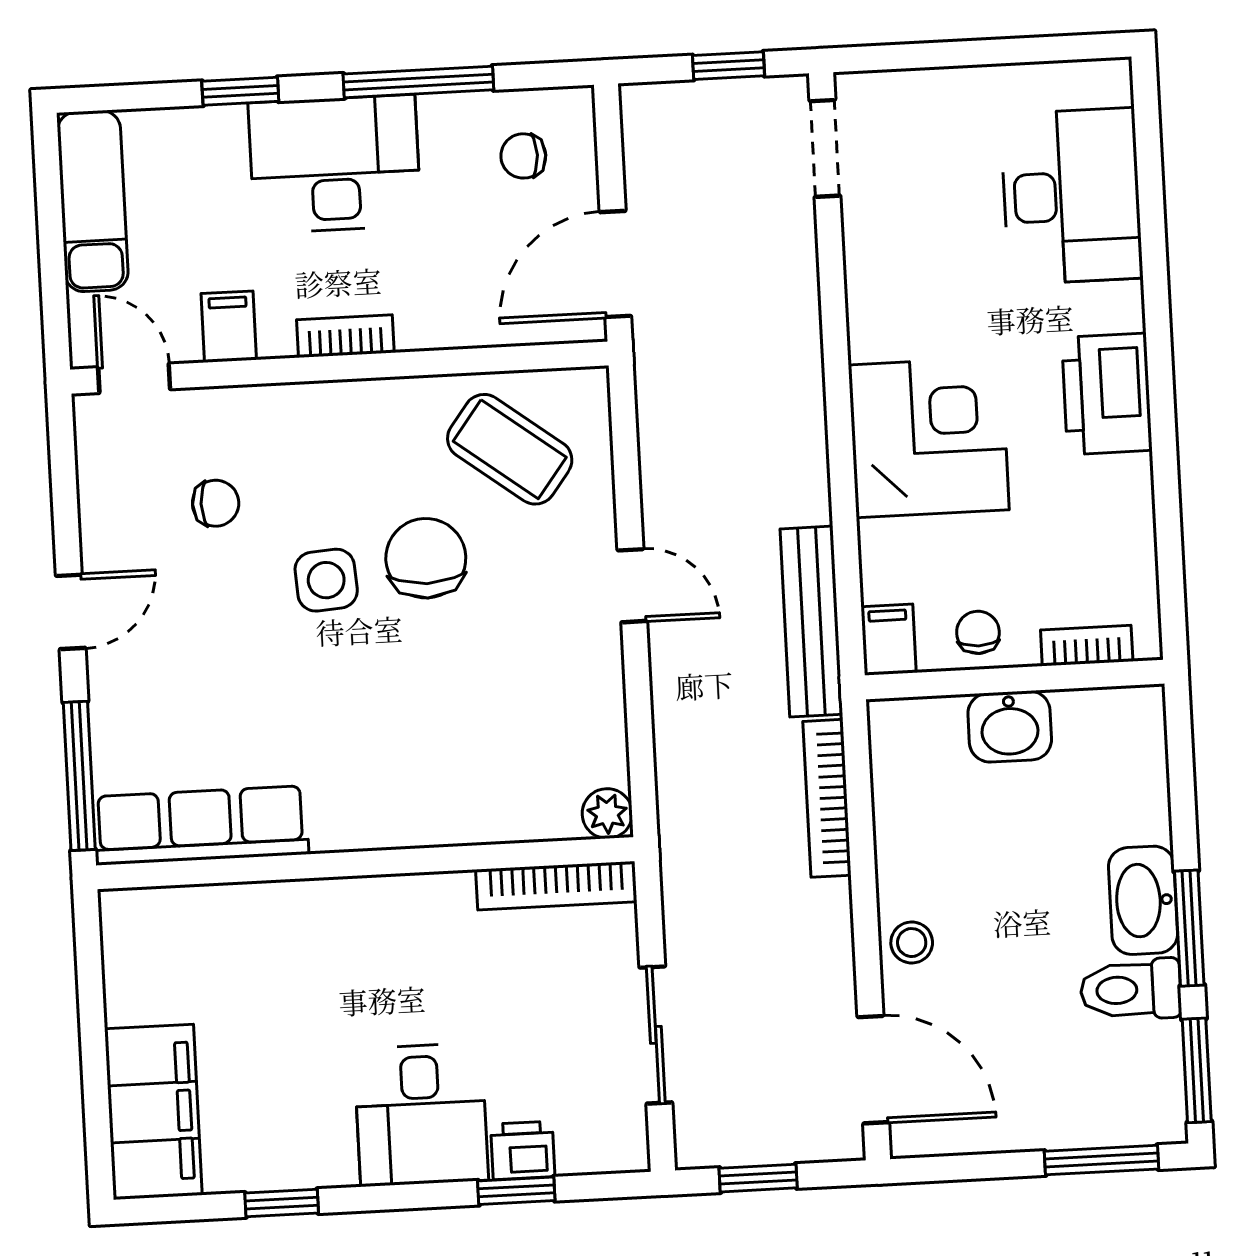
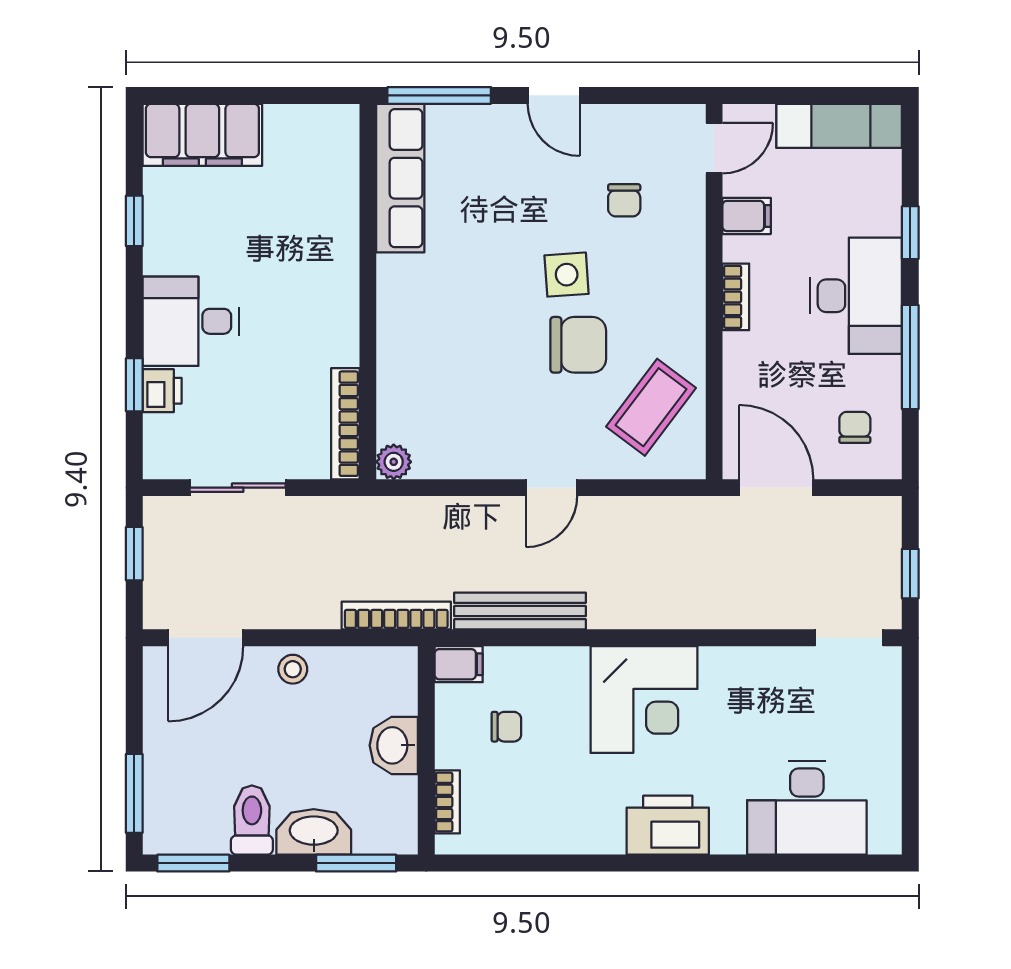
filing cabinet: (889, 640) -> (459, 664), moved
bookcase: (1087, 646) -> (447, 802), moved
wall: (1015, 680) -> (426, 750), moved
washbasin: (1010, 727) -> (394, 745), moved
window: (1189, 928) -> (356, 863), moved

